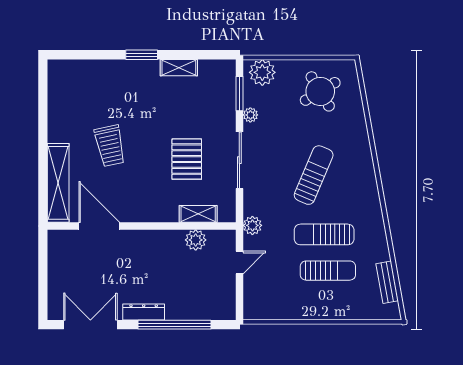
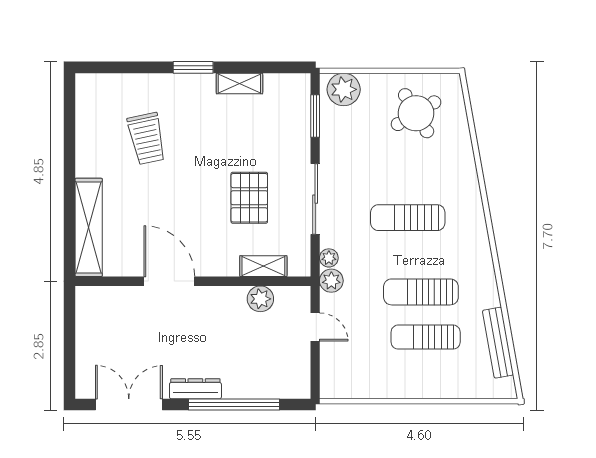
plant: (250, 115) -> (329, 258), moved
trolley: (110, 146) -> (147, 139), moved
sun lounger: (314, 175) -> (408, 218), turned -113
door: (99, 226) -> (169, 281), moved
door: (239, 263) -> (315, 327), hinge flipped
sun lounger: (328, 271) -> (426, 337), turned 180
bench: (387, 282) -> (498, 343), width x1.36

